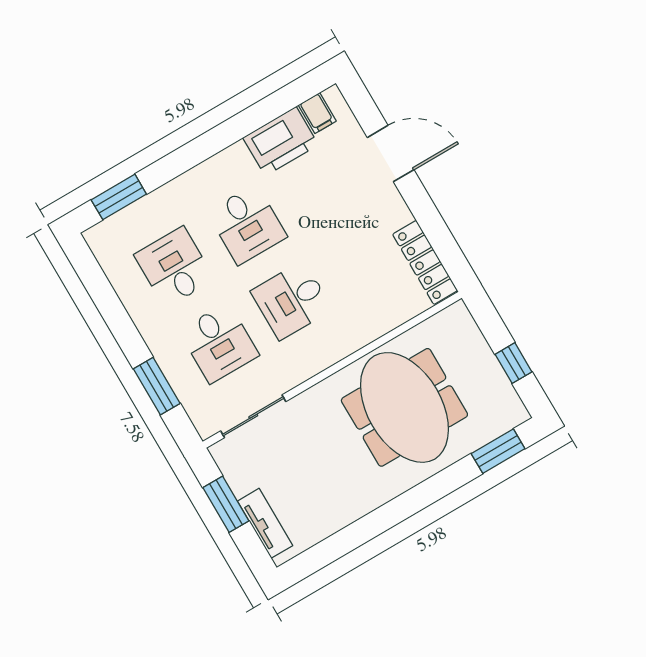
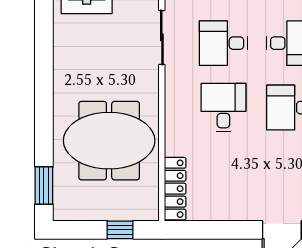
locker: (425, 262) -> (175, 189), moved, turned 90
window: (514, 363) -> (120, 230), moved

